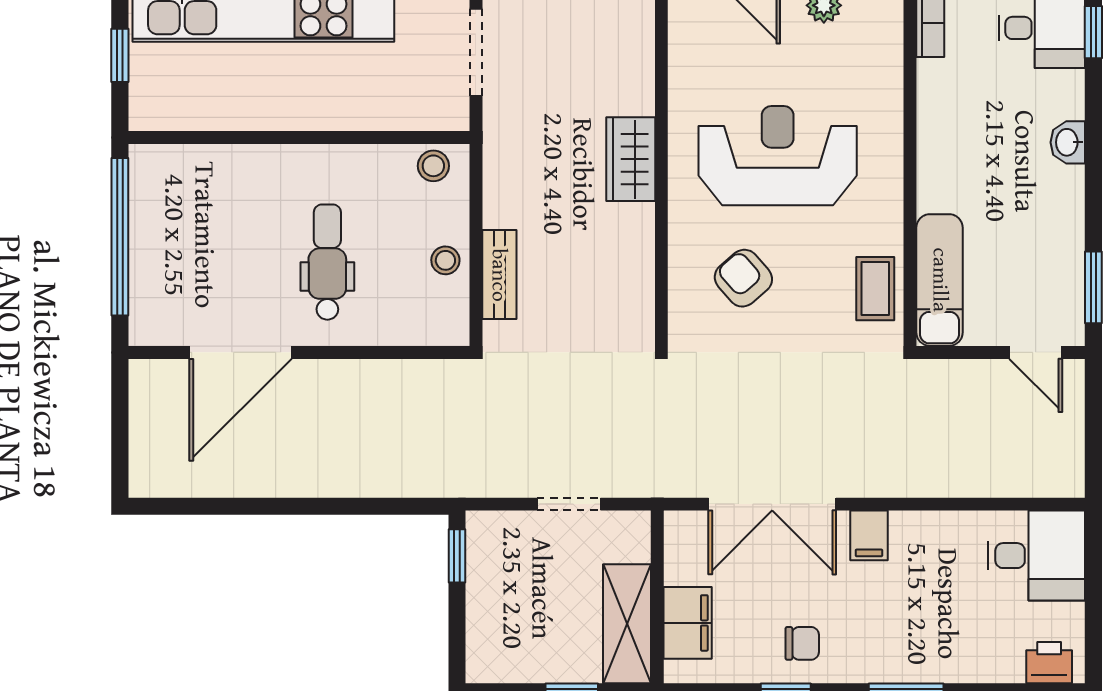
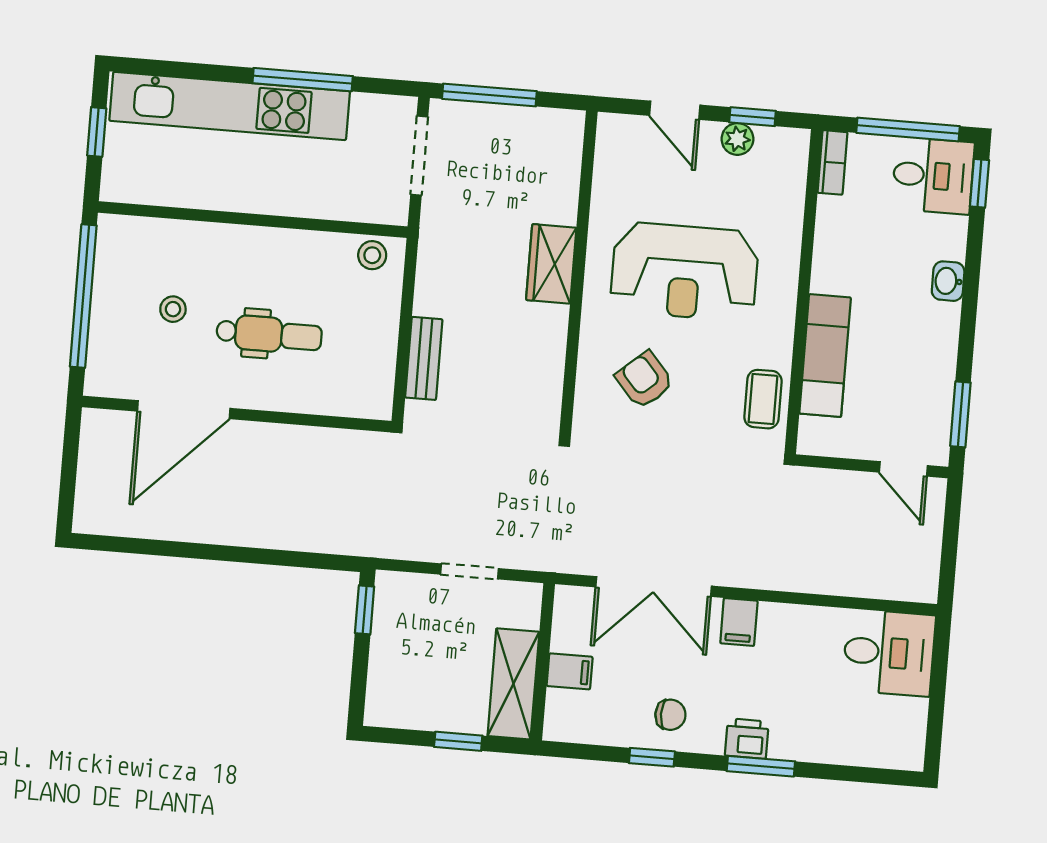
reception desk: (778, 156) -> (685, 272), turned 180
stool: (445, 260) -> (173, 309), moved
dental chair: (327, 262) -> (269, 334), turned 90
exam couch: (940, 280) -> (825, 356), moved
filing cabinet: (688, 623) -> (570, 671), width x0.50
printer: (1049, 663) -> (747, 739), moved

